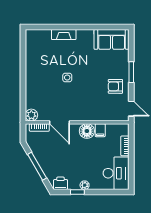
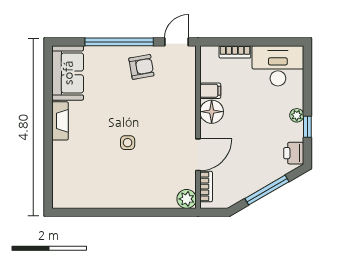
fireplace: (64, 35) -> (60, 121), moved
window: (131, 72) -> (119, 42), width x2.11
armchair: (115, 86) -> (141, 67), turned -100

